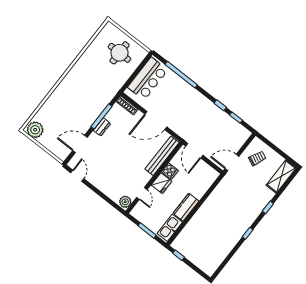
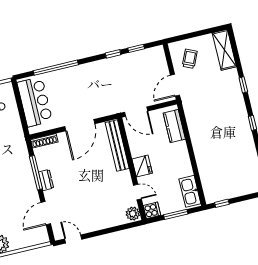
cooker: (170, 171) -> (152, 210), moved
kitchen counter: (186, 207) -> (174, 126), moved

